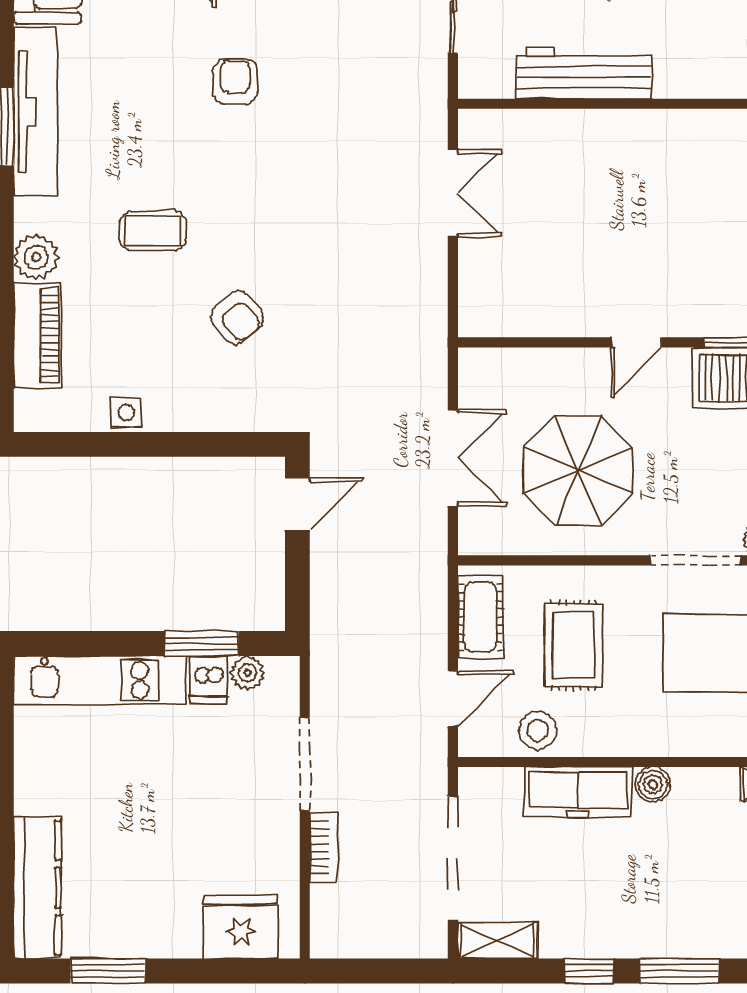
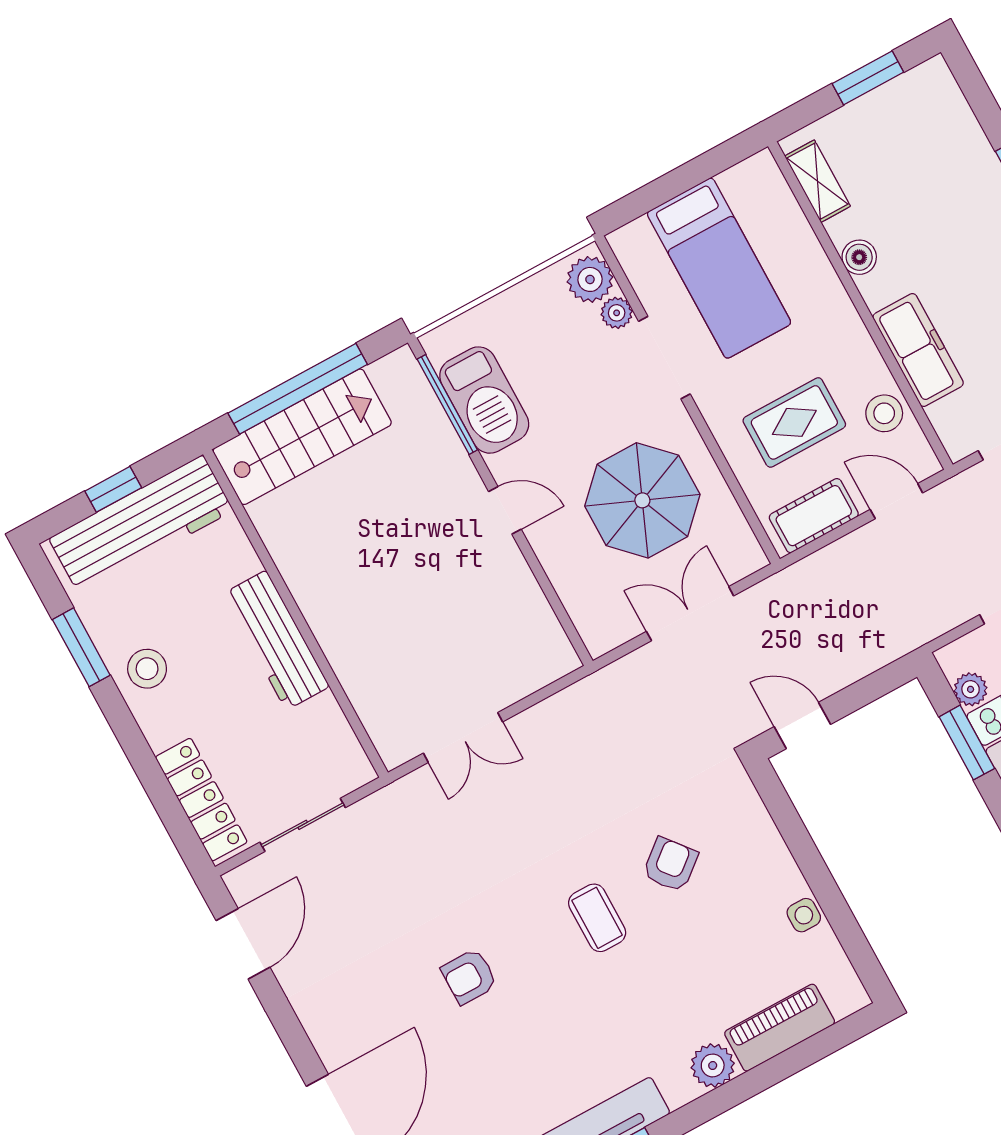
workbench: (584, 73) -> (276, 640), moved
double door: (453, 193) -> (463, 737), swing flipped
coffee table: (153, 231) -> (597, 918), moved
boiler: (653, 784) -> (859, 257), moved

